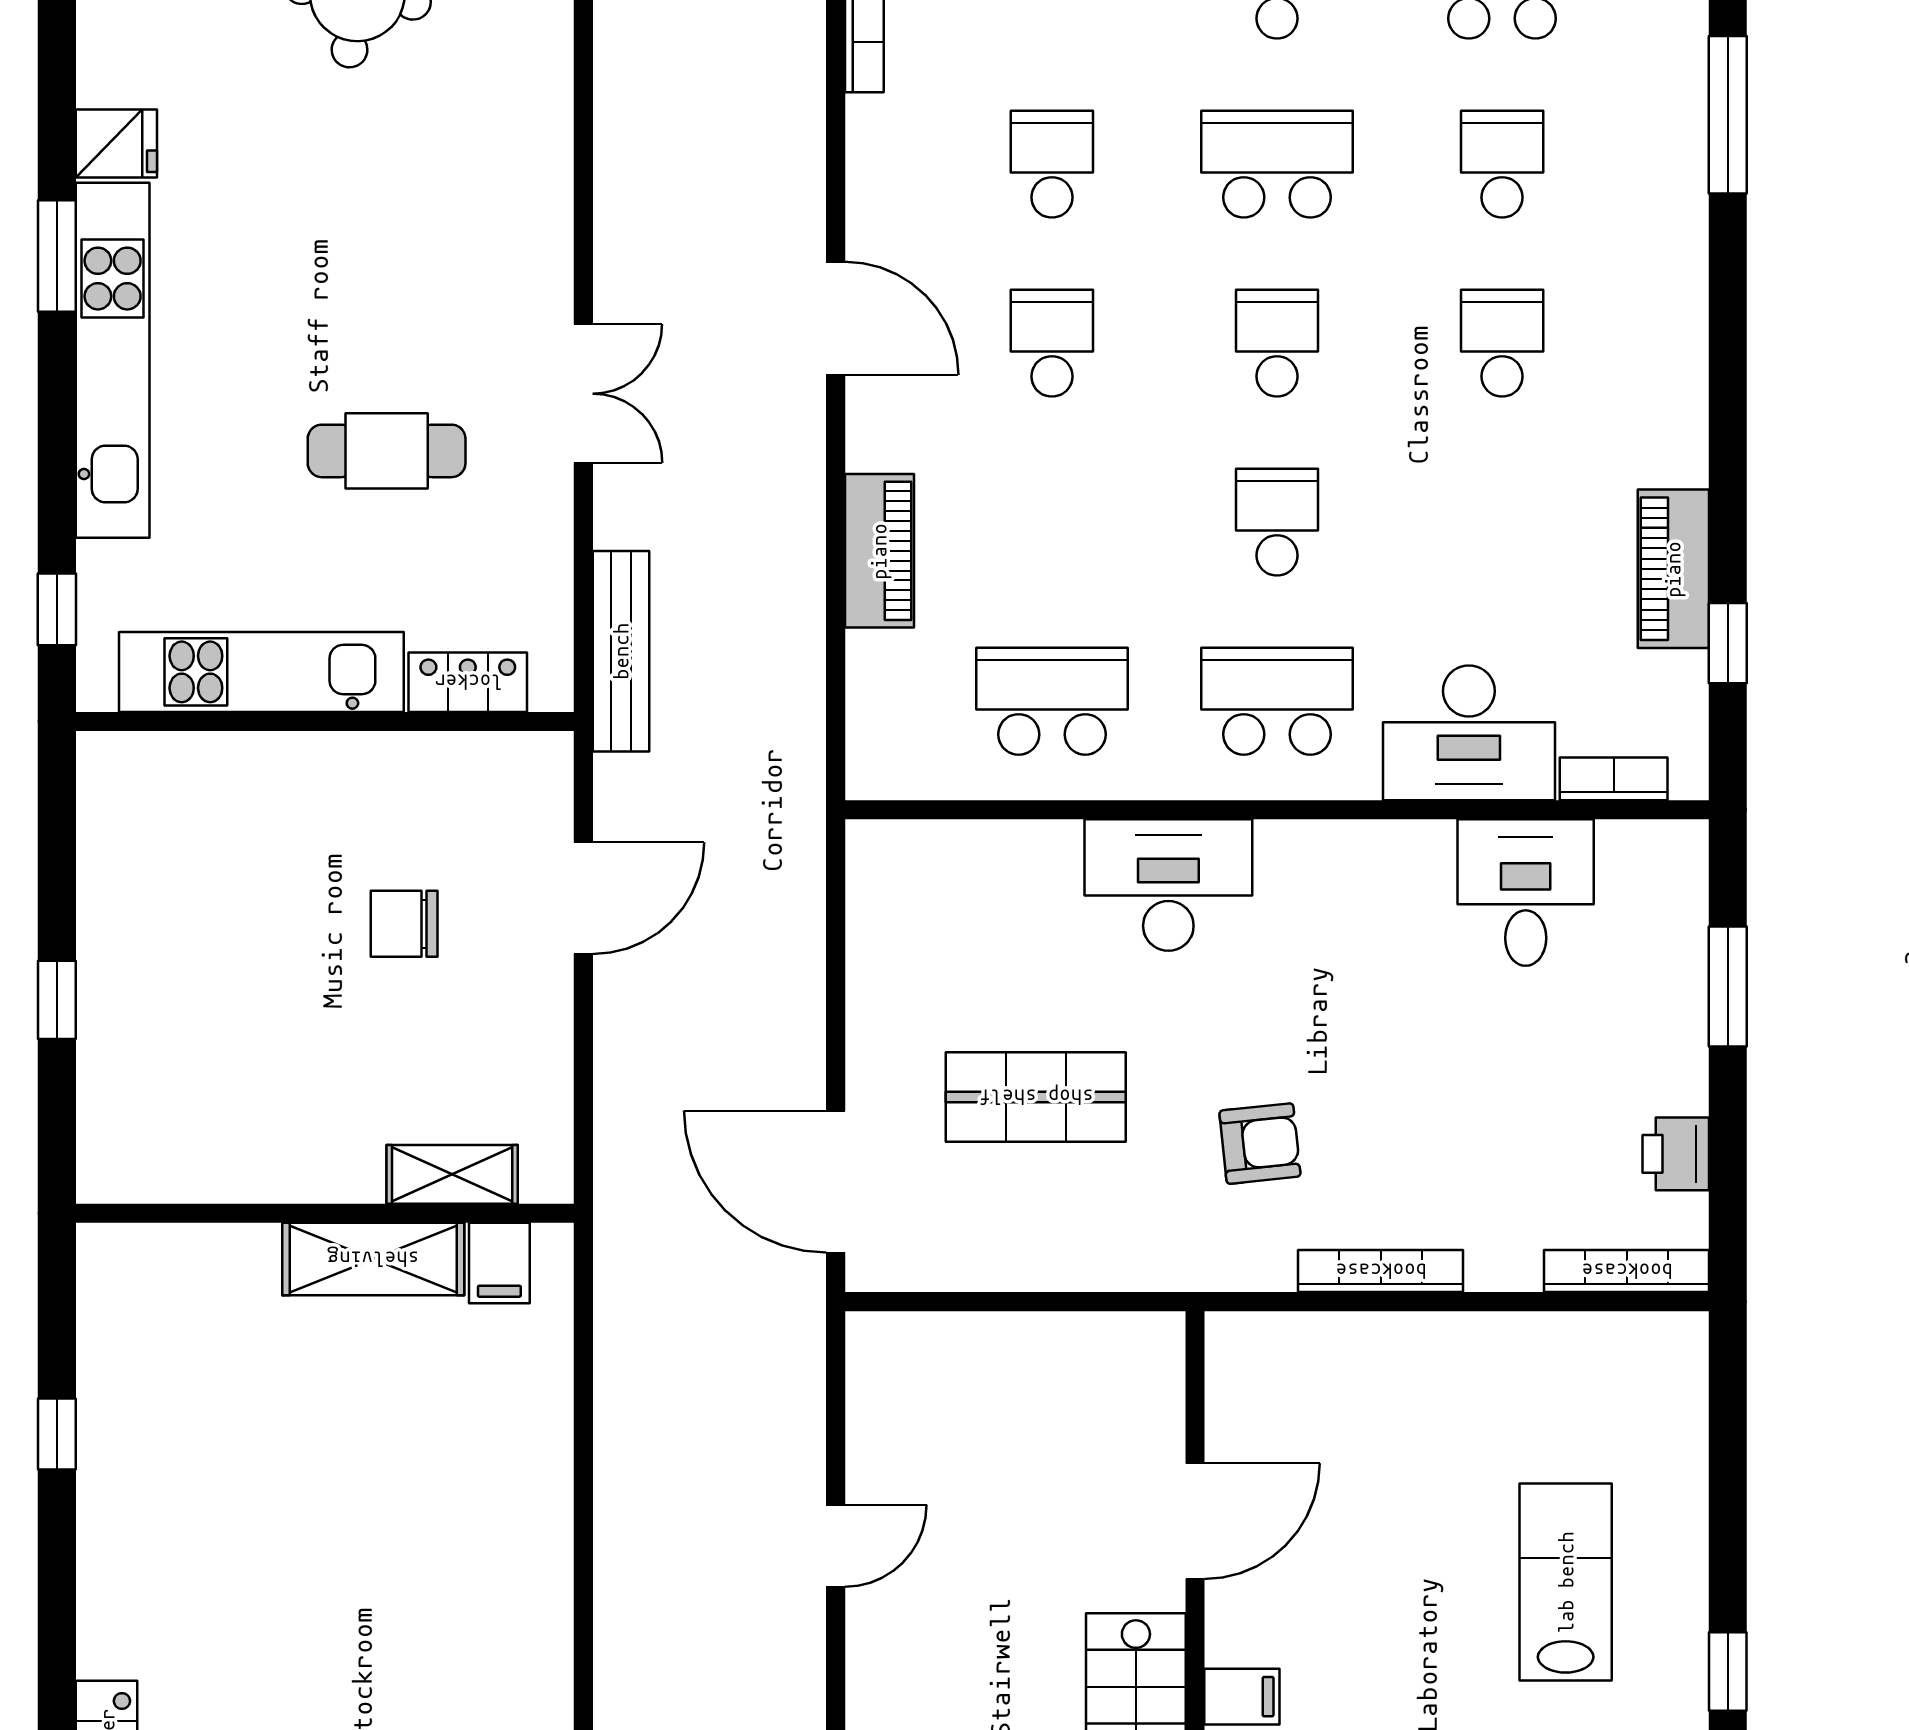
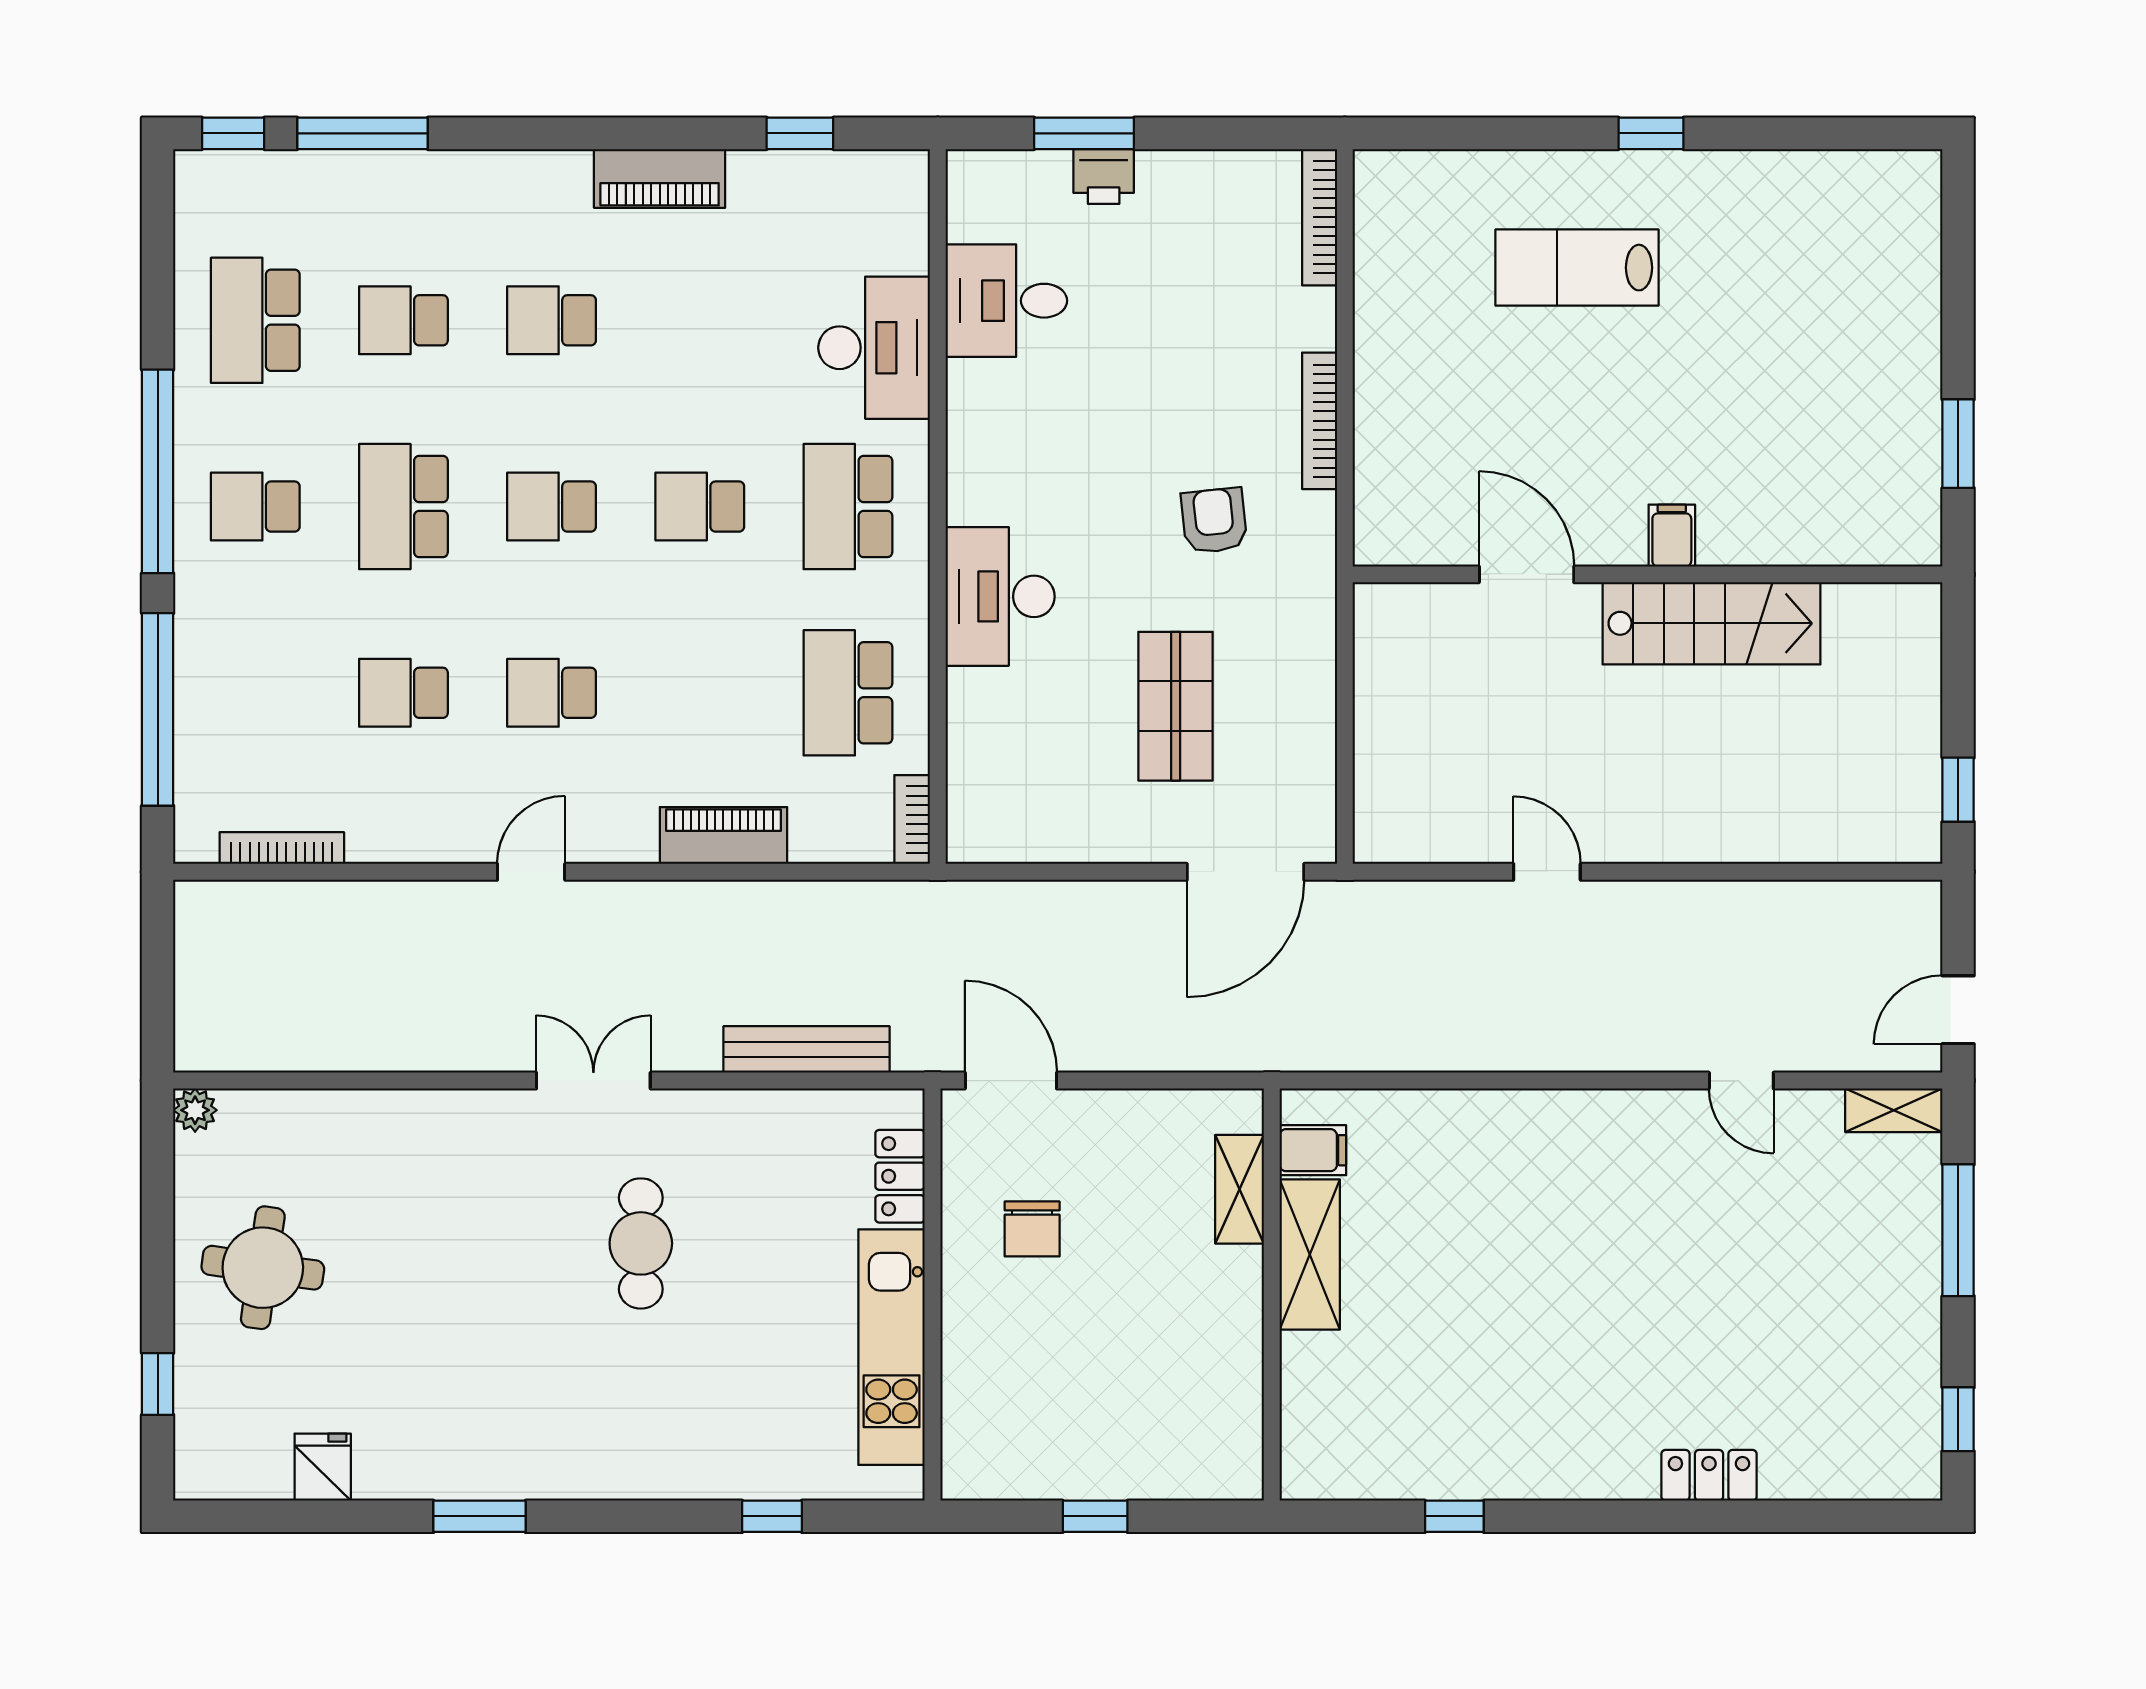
fridge: (116, 143) -> (323, 1467), moved
door: (836, 318) -> (531, 872), width x0.73
kitchen unit: (113, 360) -> (566, 1470), removed
piano: (1673, 569) -> (660, 178), moved
kitchen unit: (261, 672) -> (892, 1347), moved
locker: (468, 682) -> (900, 1176), moved
wall: (325, 721) -> (933, 1295), moved
bookcase: (1614, 779) -> (912, 820), moved
printer: (1676, 1154) -> (1104, 176), moved

